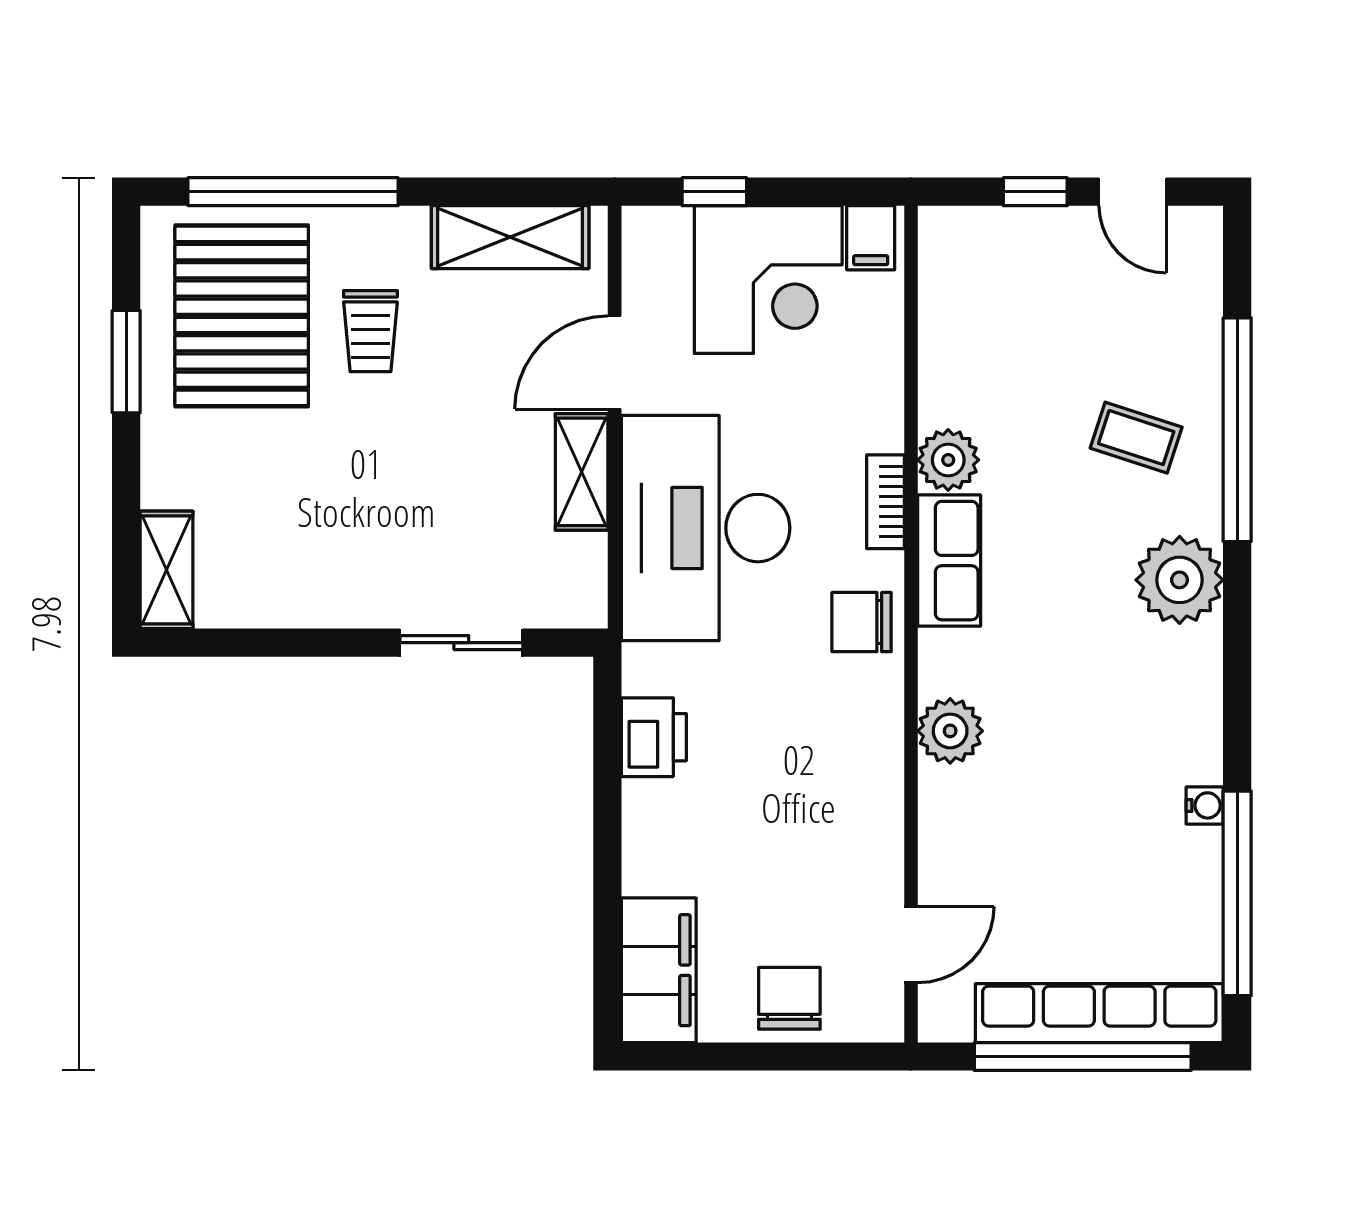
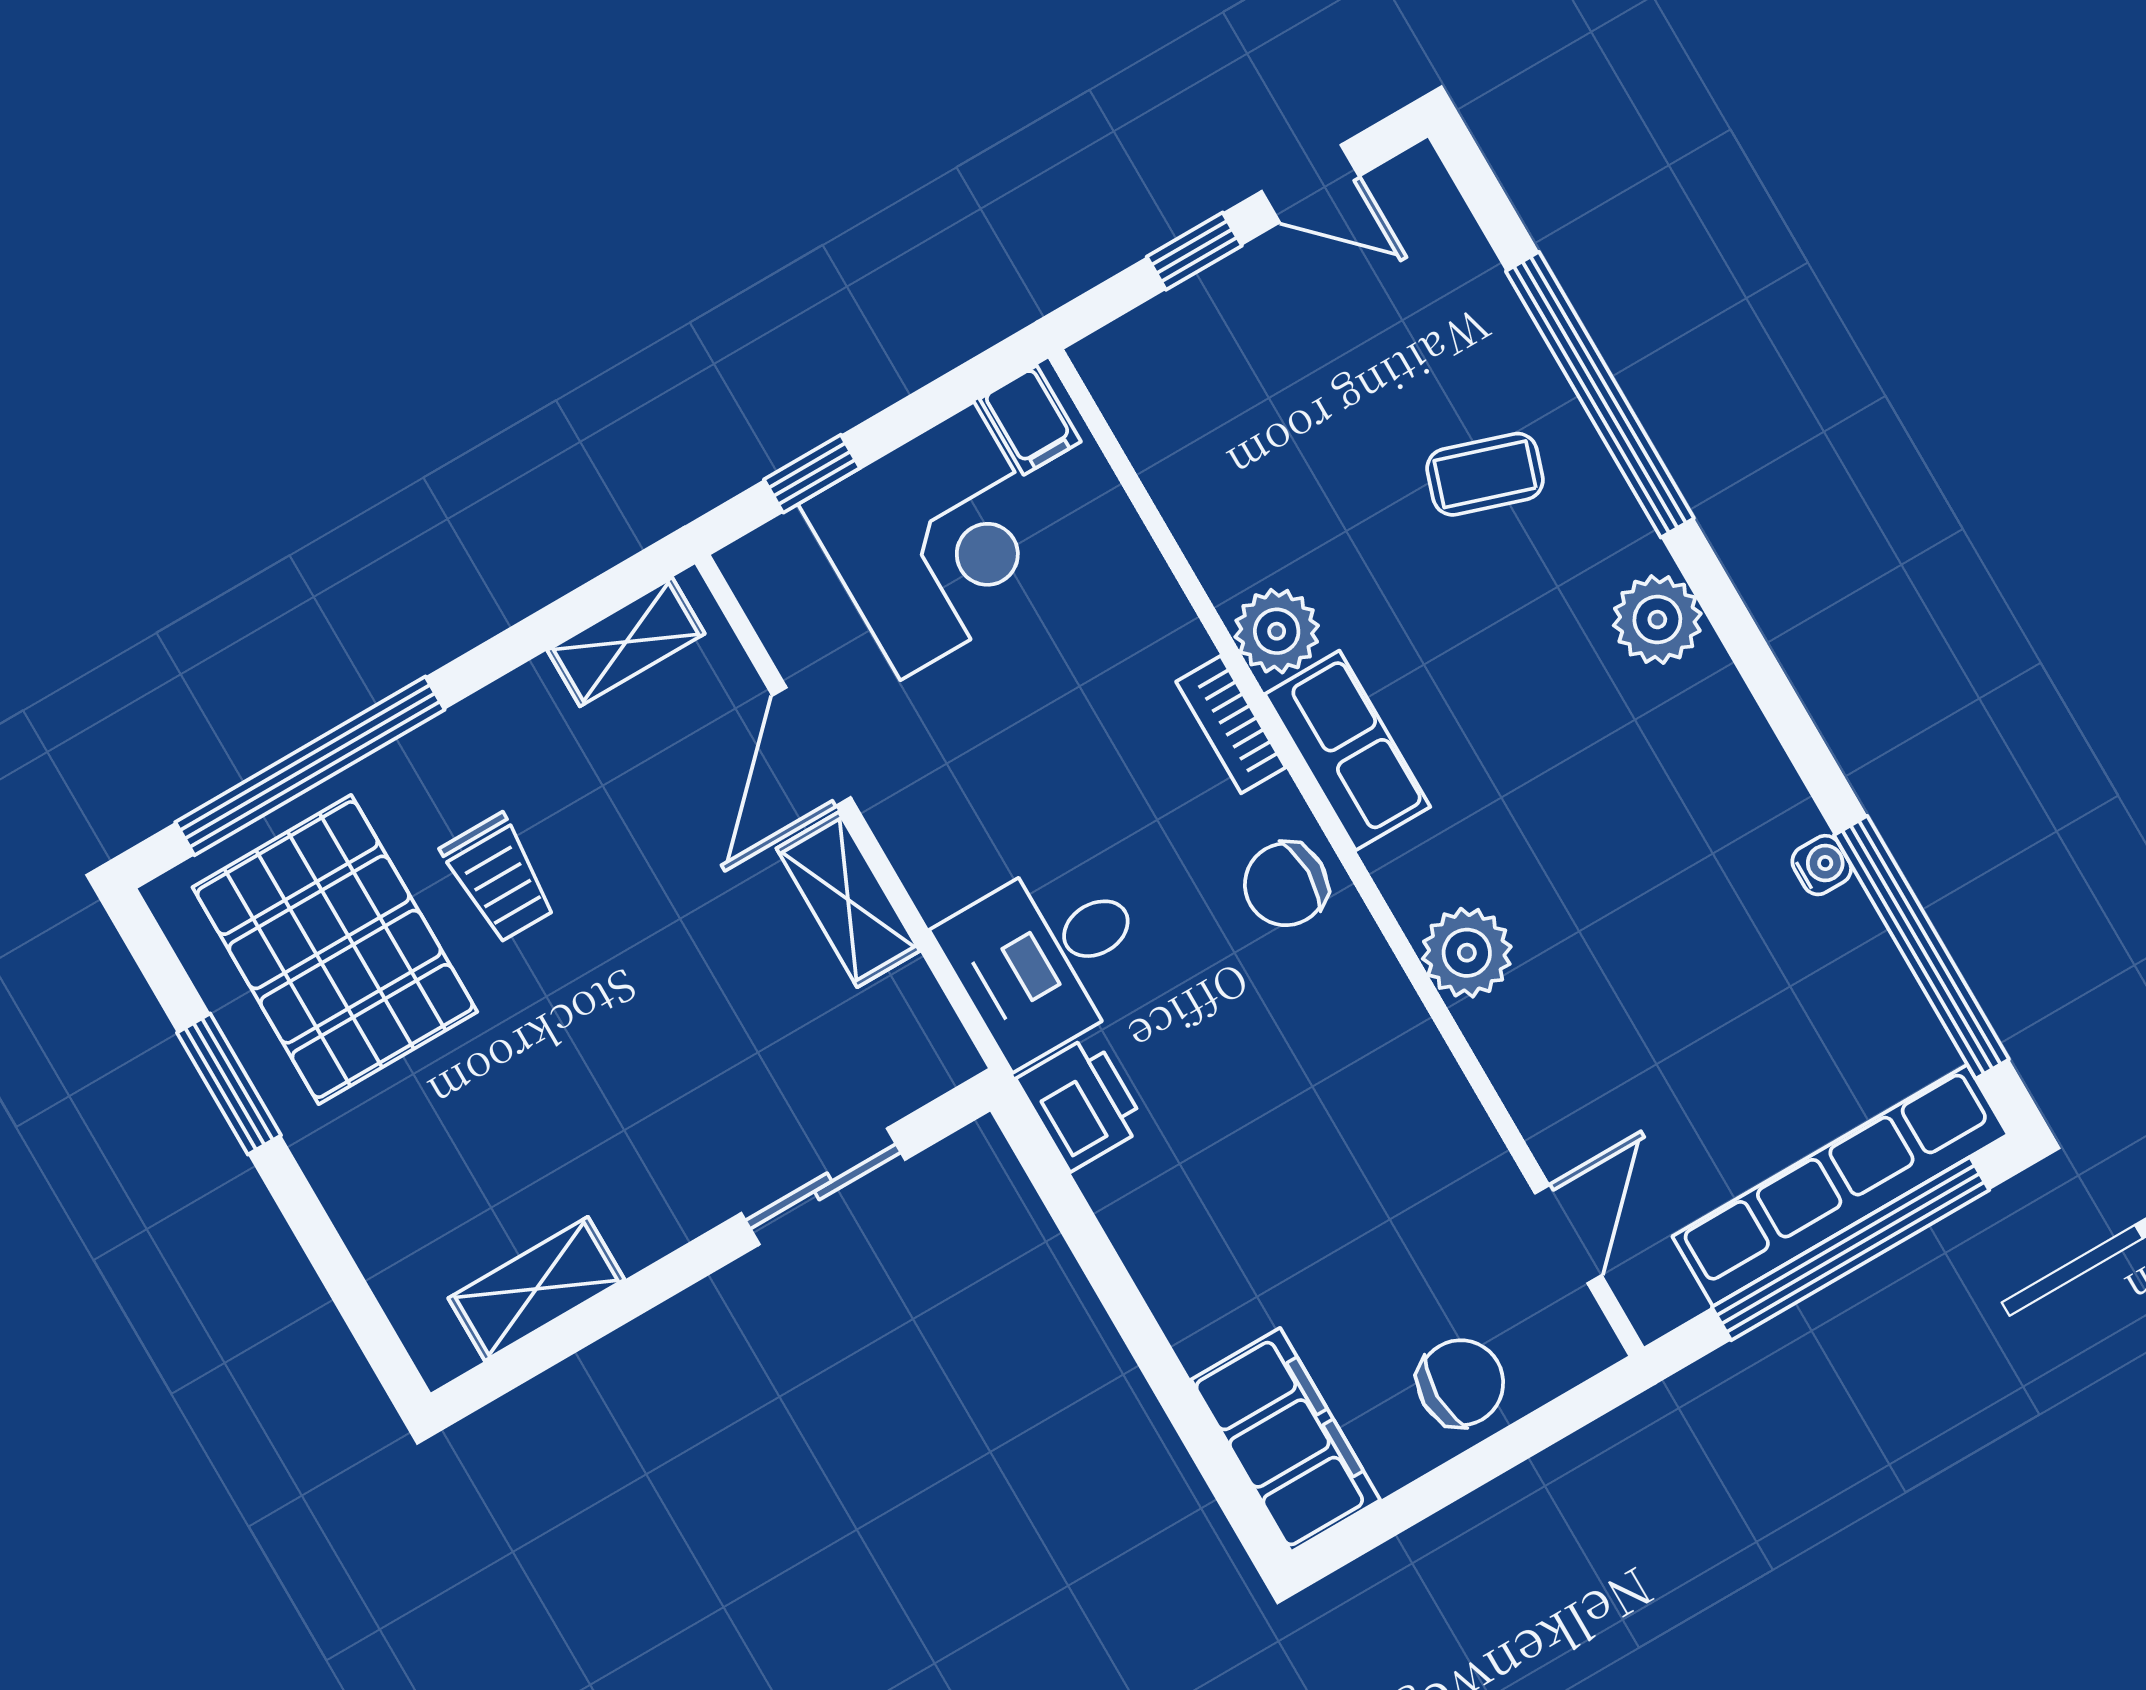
shelving: (510, 237) -> (626, 642), width x0.67, depth x0.75
desk: (706, 528) -> (1048, 957), width x0.53, depth x0.77
shelving: (167, 570) -> (536, 1289), moved, turned 90
plant: (1180, 580) -> (1657, 620), width x0.73, depth x0.73
printer: (654, 737) -> (1082, 1103), moved
chair: (789, 998) -> (1461, 1383), turned 90

